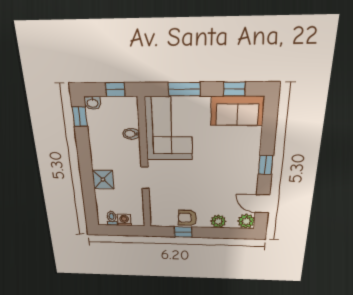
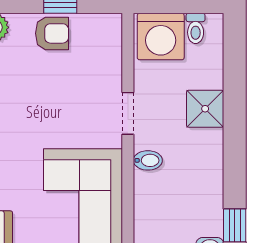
bidet: (131, 134) -> (148, 160), moved
washing machine: (124, 220) -> (161, 37), width x1.89, depth x1.89

